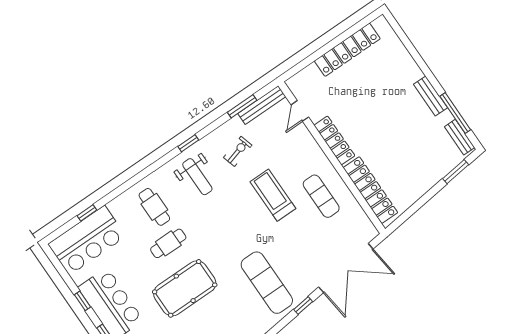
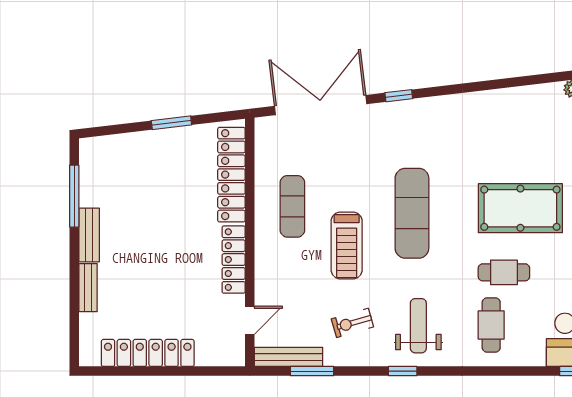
bench: (460, 137) -> (88, 288), moved
window: (456, 172) -> (171, 123), moved
exercise mat: (267, 283) -> (412, 213), moved

